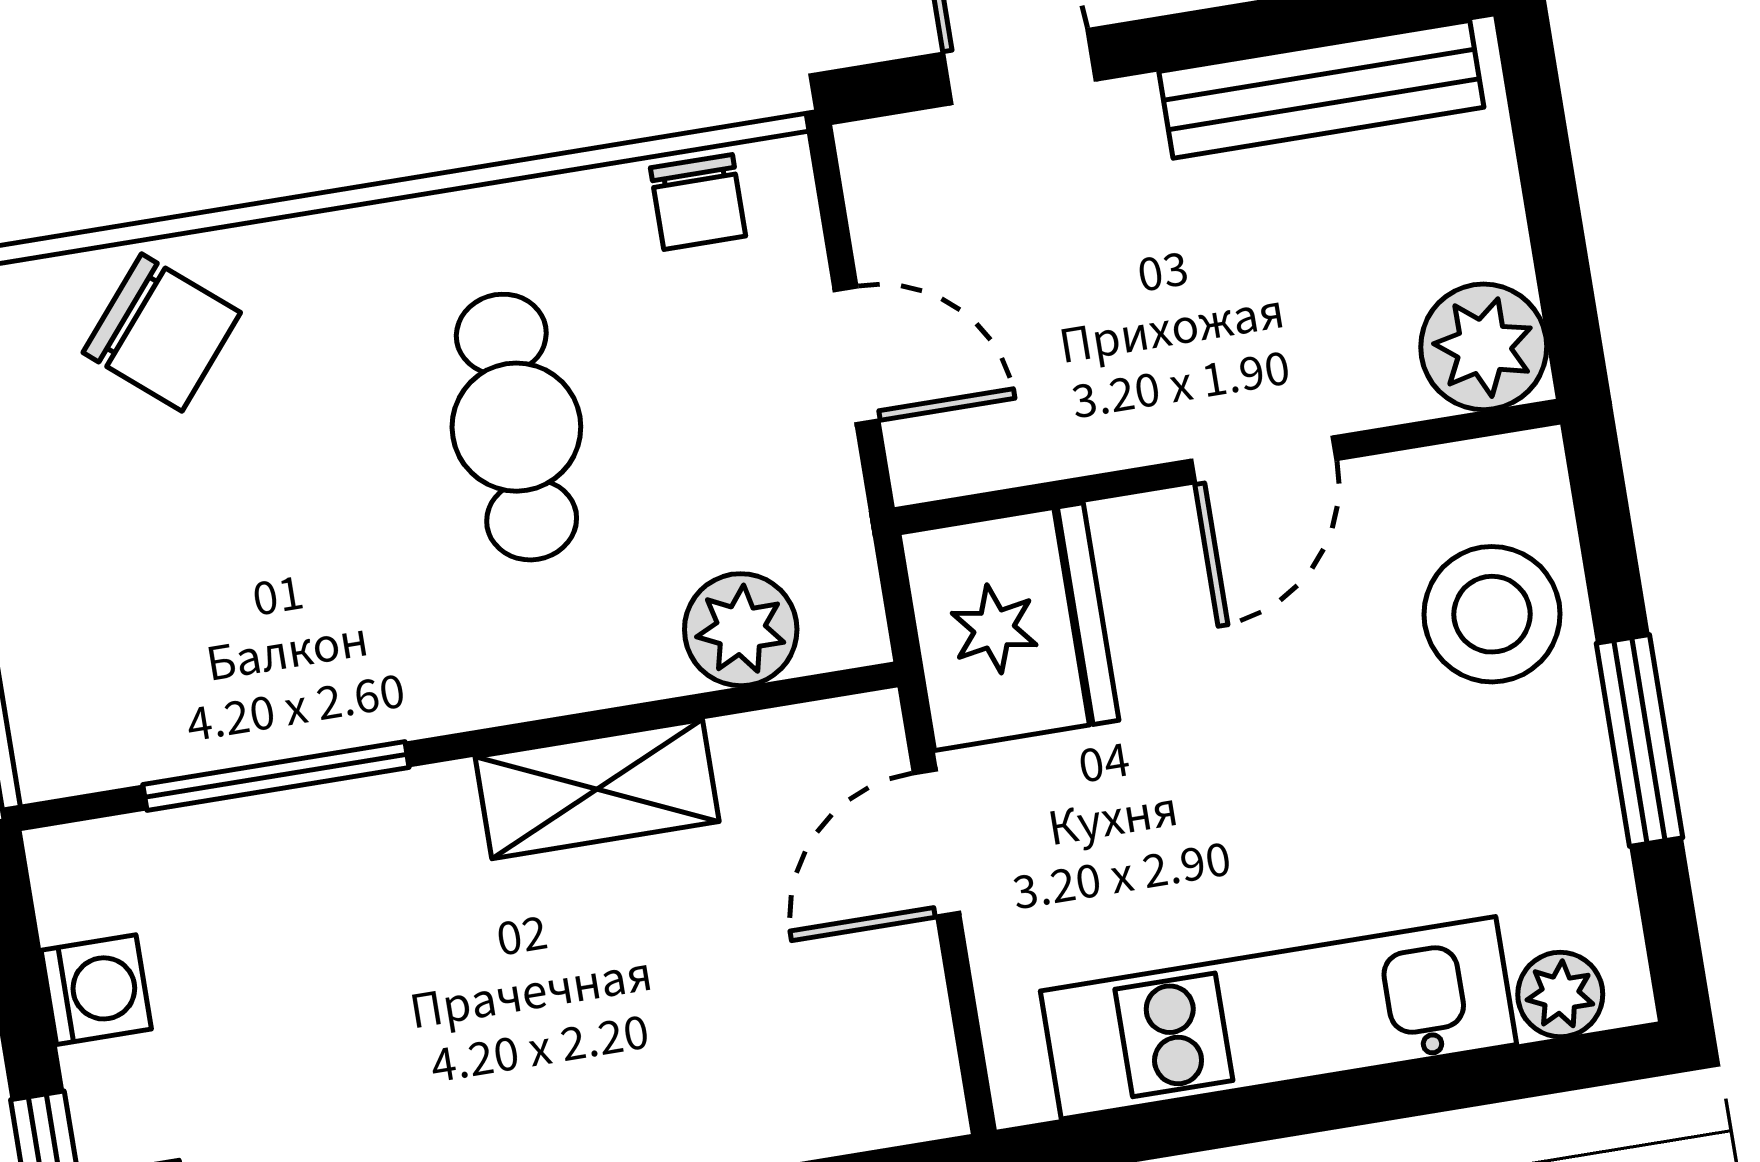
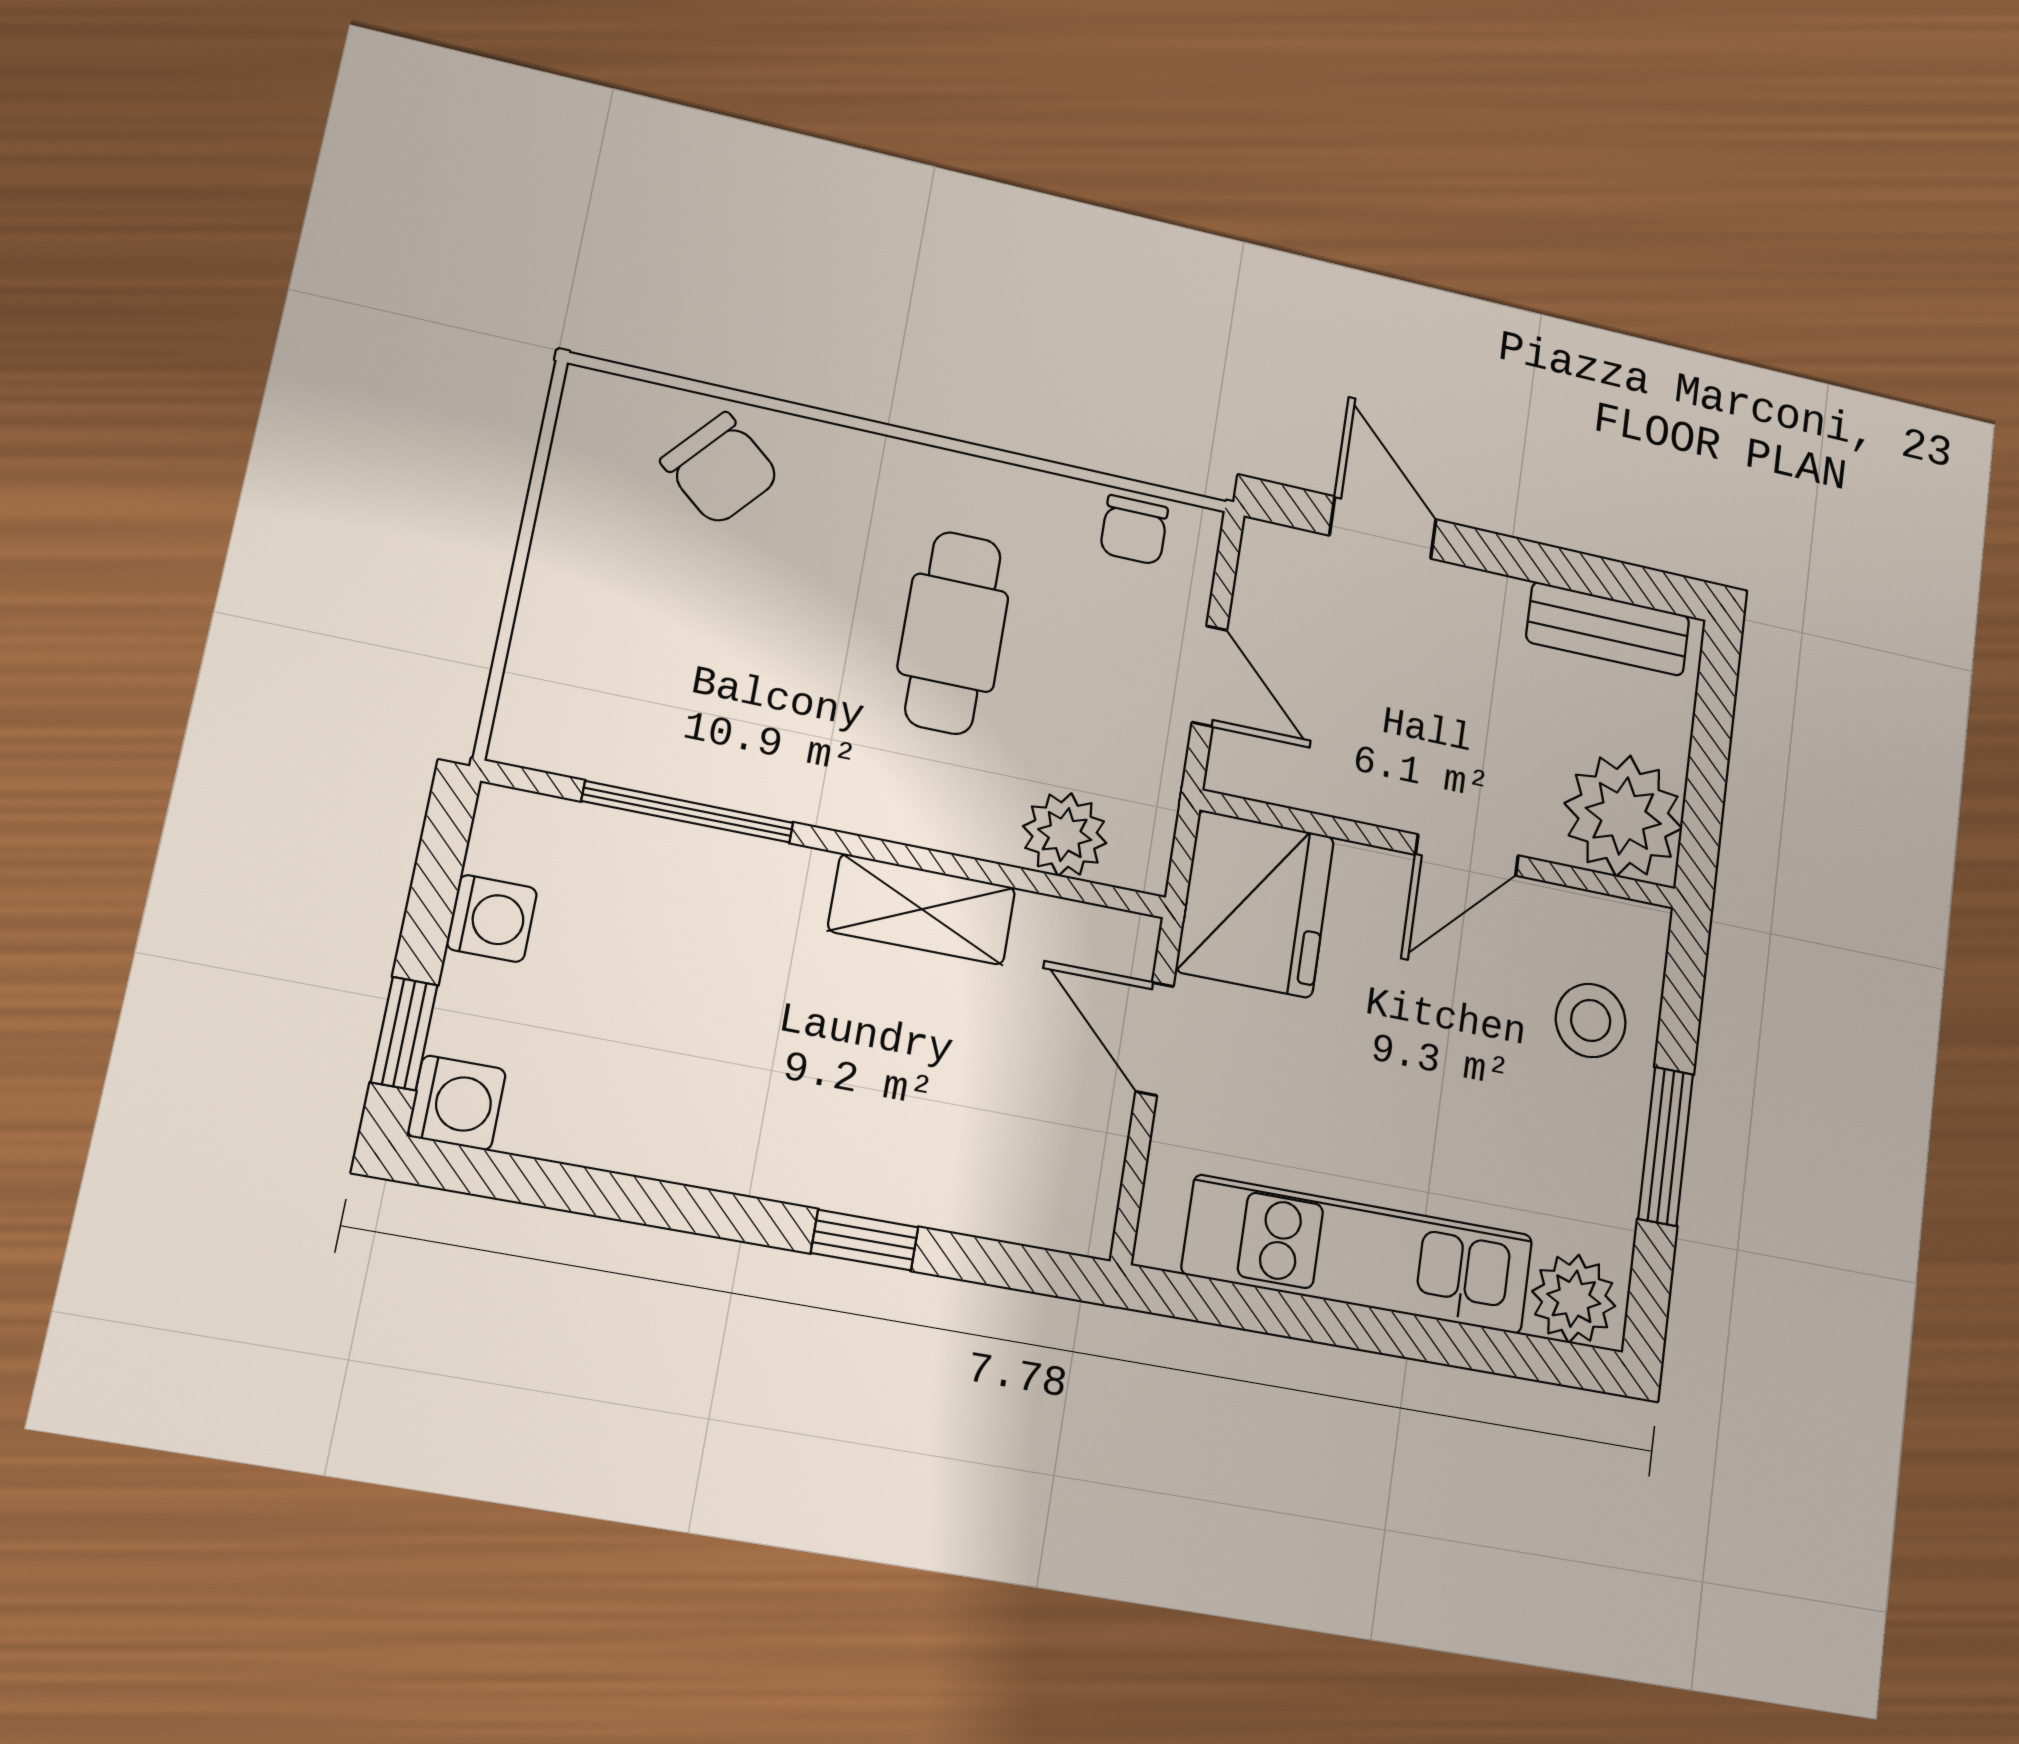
bench: (1321, 89) -> (1608, 629), width x0.73
plant: (1484, 347) -> (1623, 816), width x1.36, depth x1.36
stool: (1492, 614) -> (1591, 1020), width x0.73, depth x0.73
door: (936, 843) -> (1155, 1039), hinge flipped
plant: (1560, 994) -> (1574, 1299), width x1.38, depth x1.38

